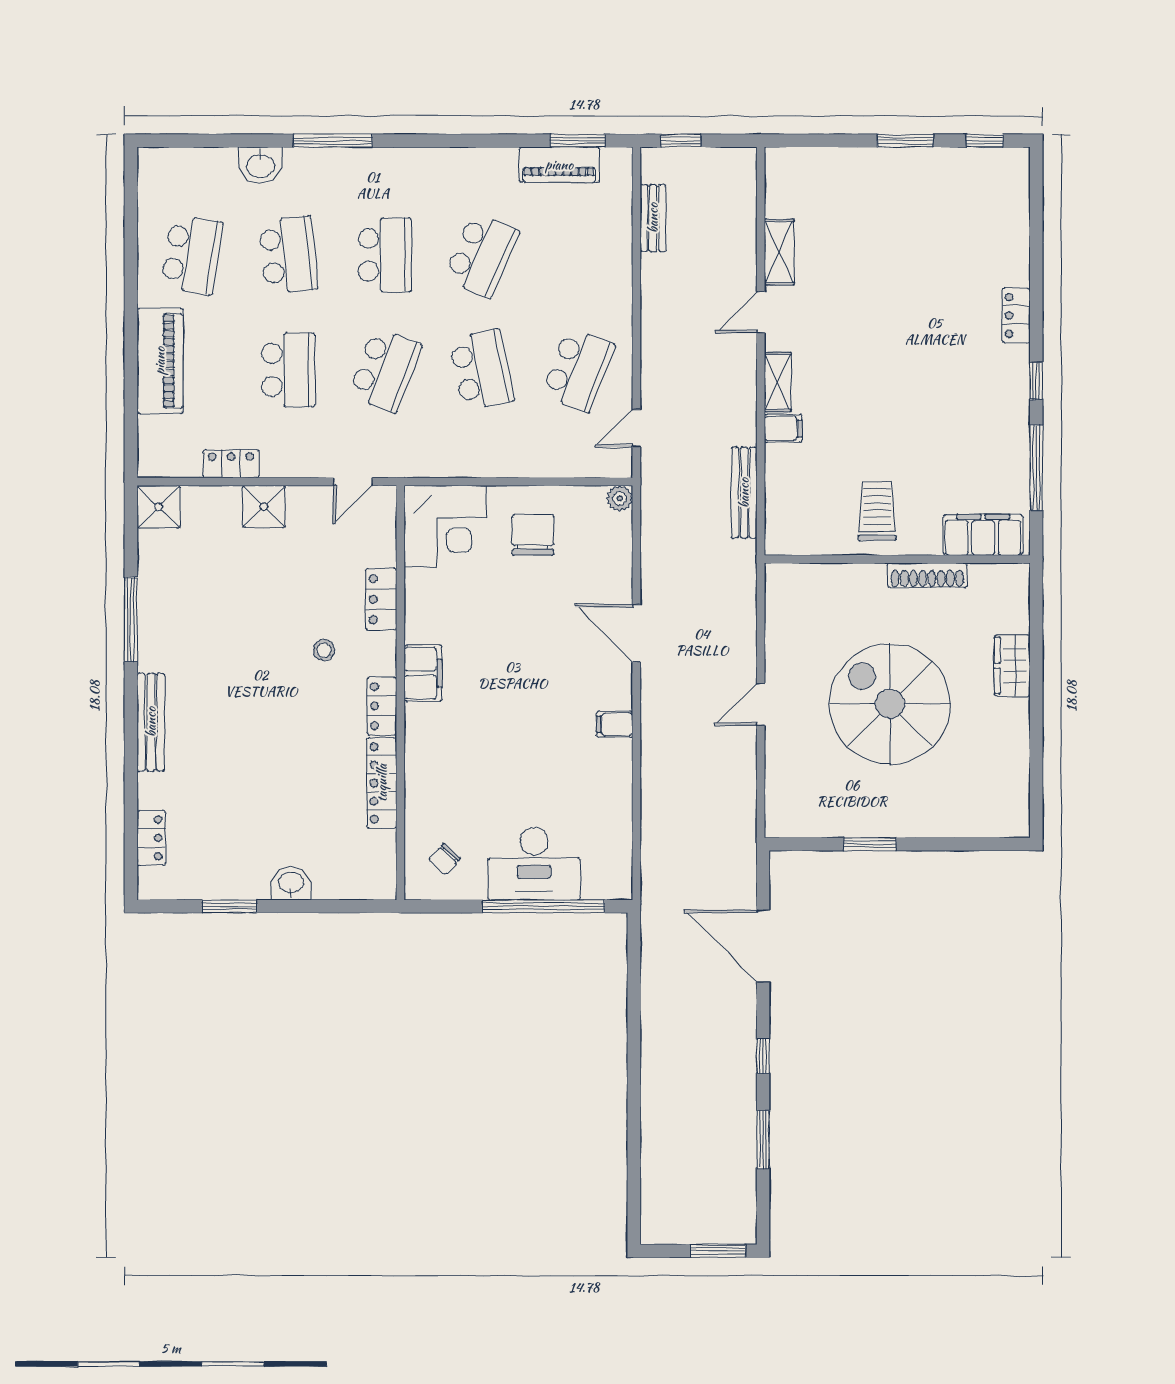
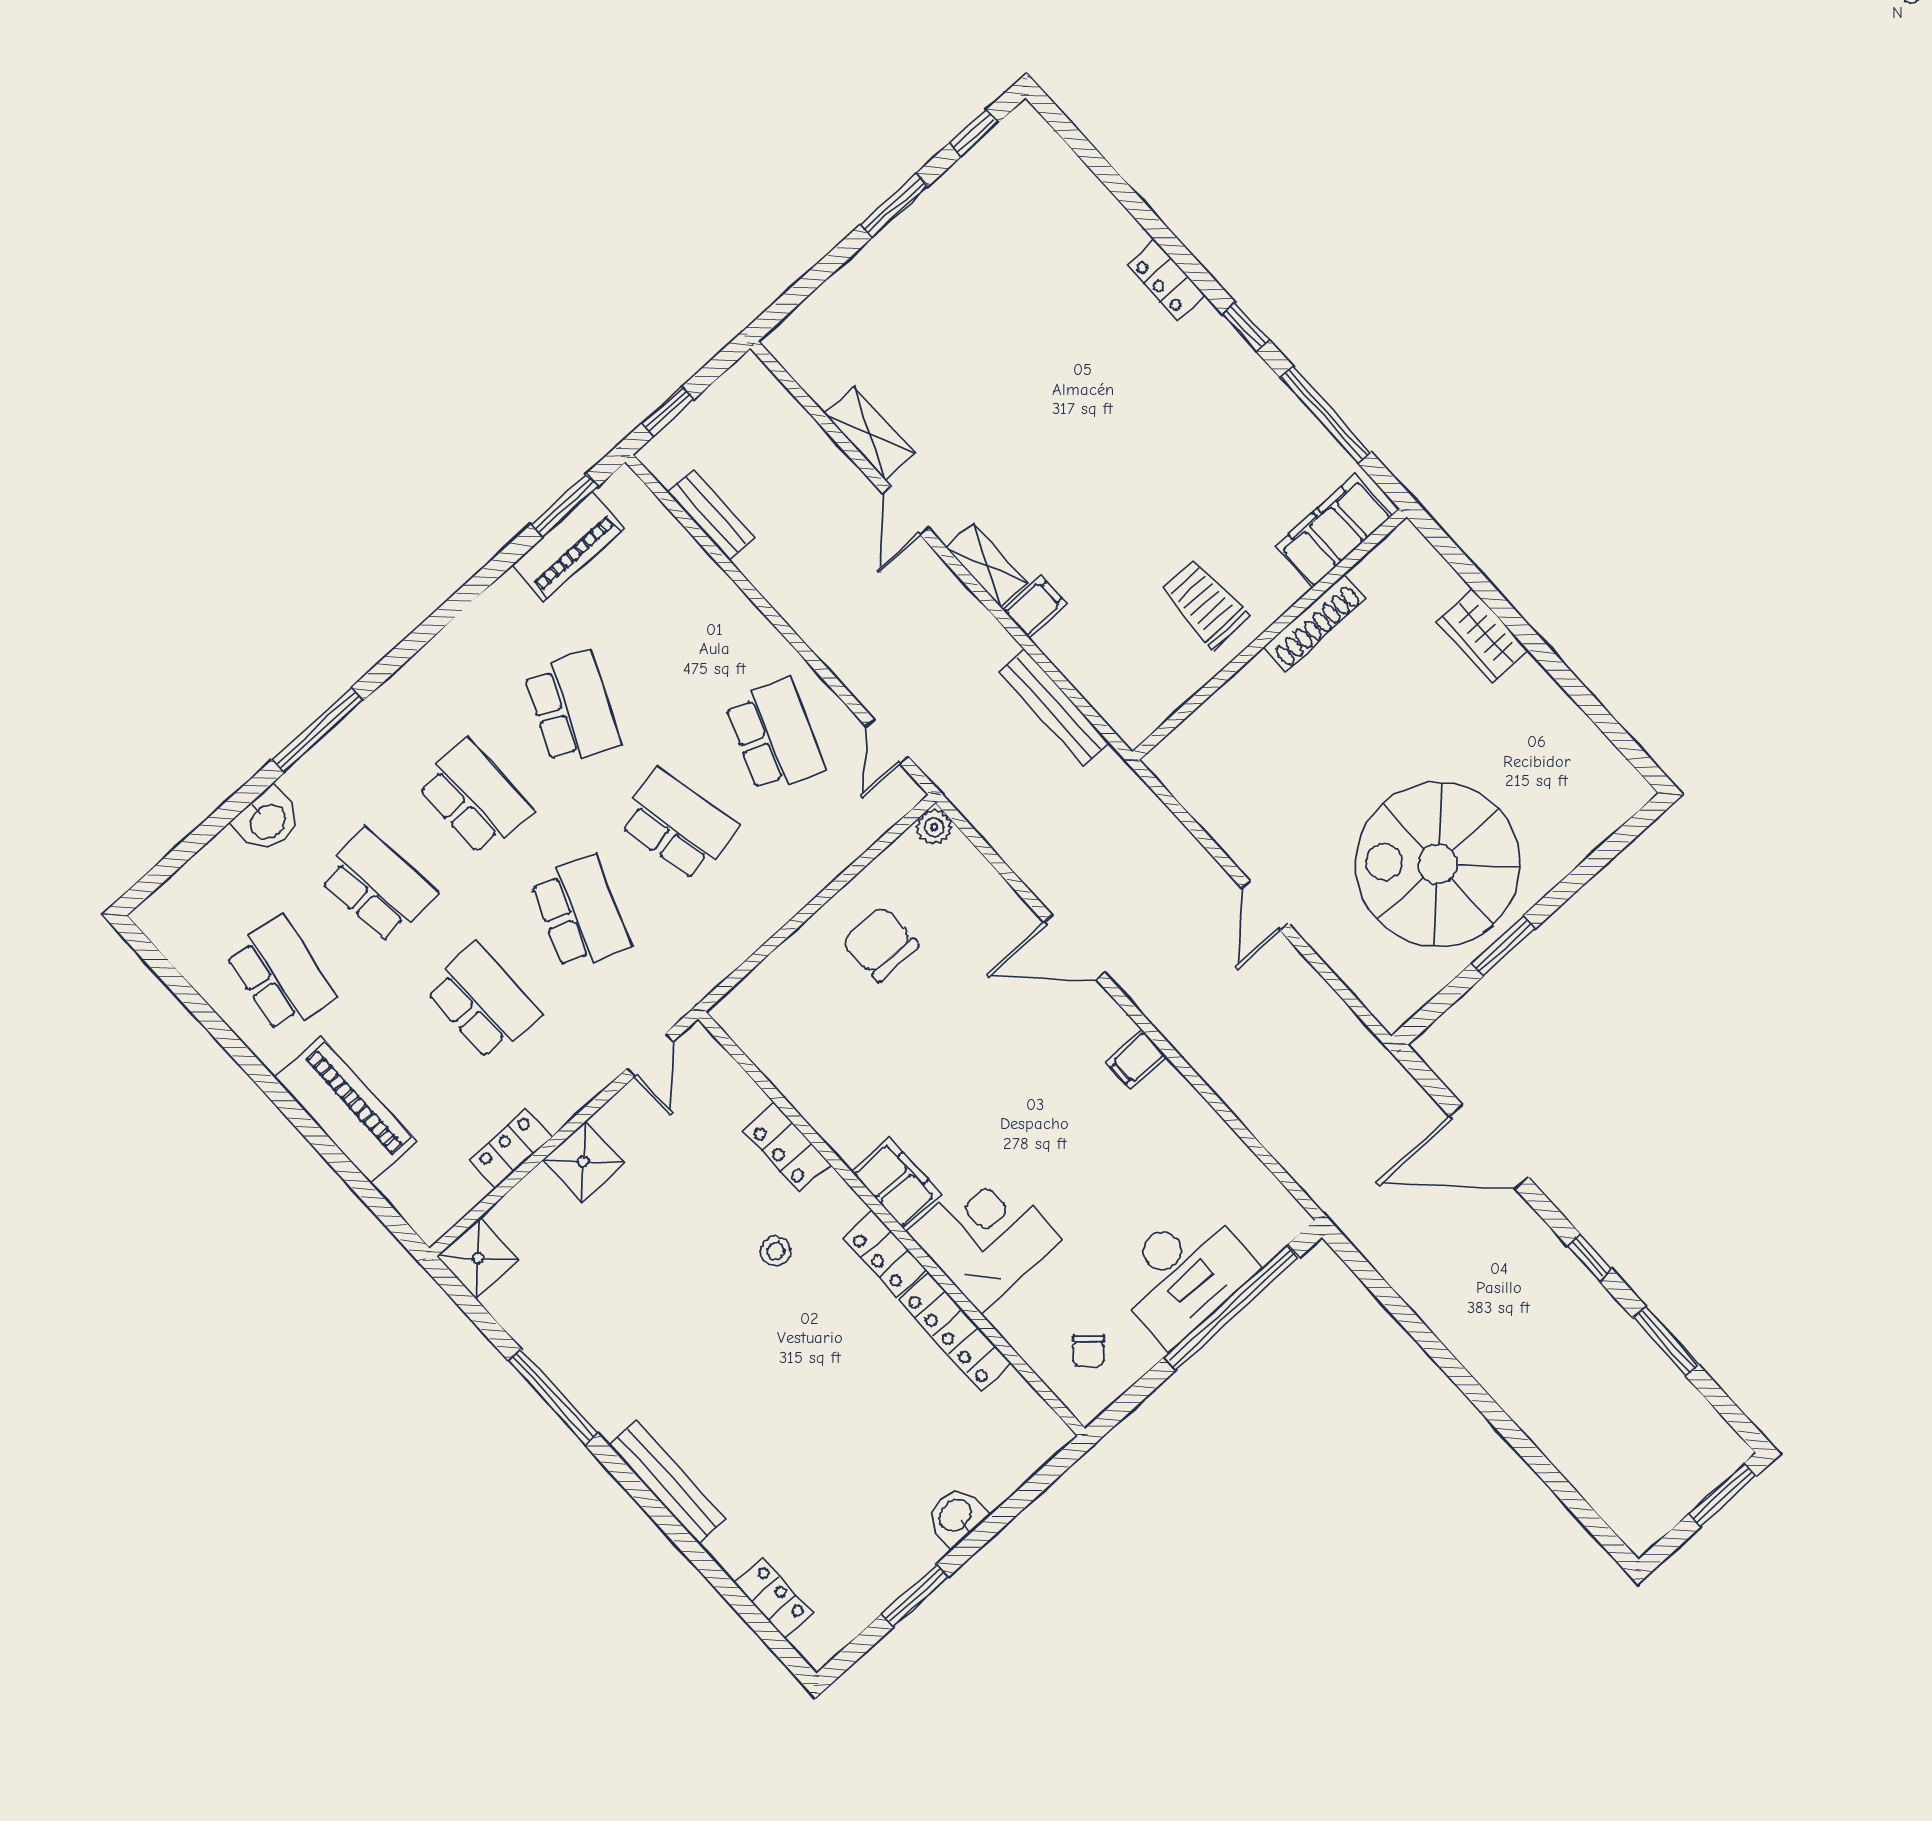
corner desk: (445, 526) -> (984, 1235), moved, turned -90
spiral stairs: (890, 704) -> (1438, 864), moved

